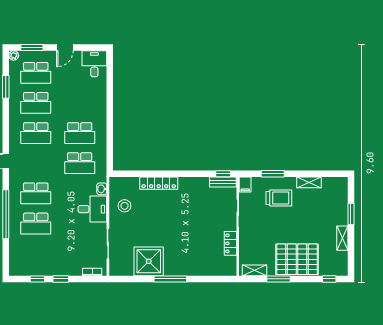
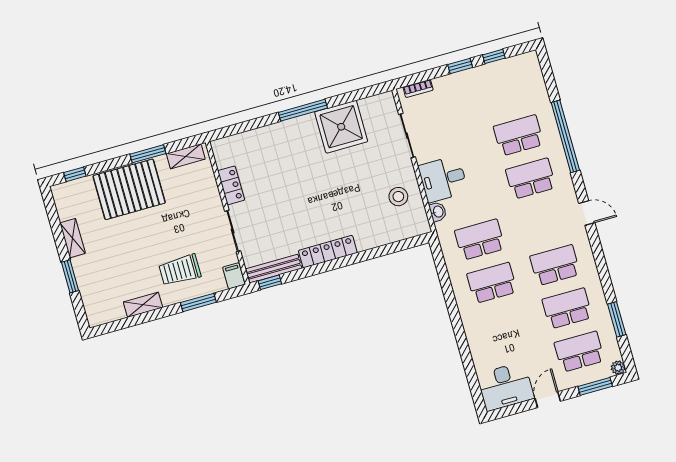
desk: (94, 64) -> (505, 386), width x1.37
bench: (223, 182) -> (274, 269), width x1.36
locker: (159, 183) -> (328, 252), moved

